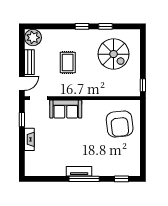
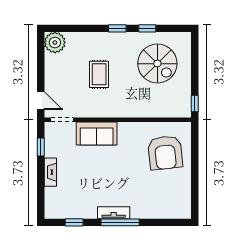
bench: (29, 62) -> (50, 74), removed
door: (22, 83) -> (41, 101), hinge flipped
window: (121, 179) -> (74, 222), moved

